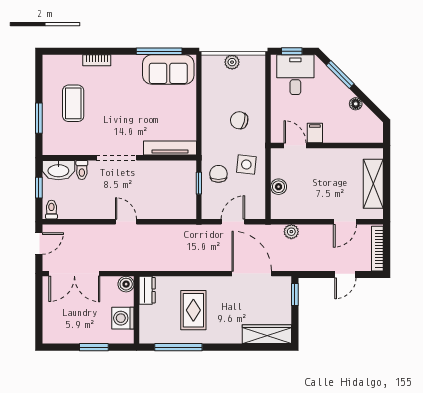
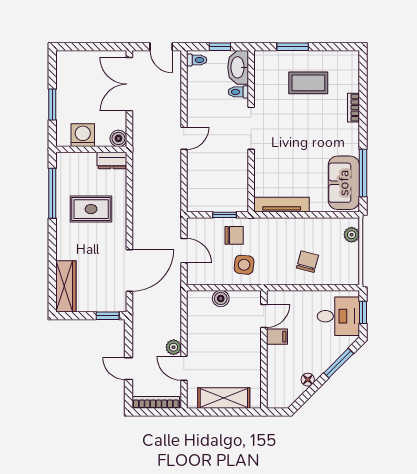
plant: (232, 62) -> (352, 235), moved
chair: (239, 120) -> (307, 262), moved
tv unit: (170, 148) -> (282, 205), moved, turned -90
plant: (291, 232) -> (174, 347), moved

